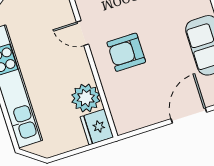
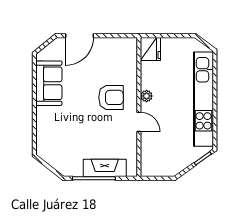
plant: (86, 98) -> (146, 96), moved, width x0.53, depth x0.53

